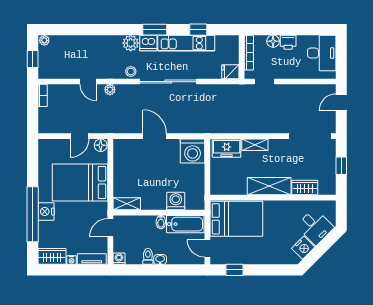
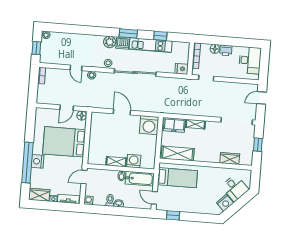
shelving: (269, 186) -> (178, 154), moved
shelving: (127, 204) -> (116, 162), moved
bed: (236, 219) -> (177, 178), width x0.67

